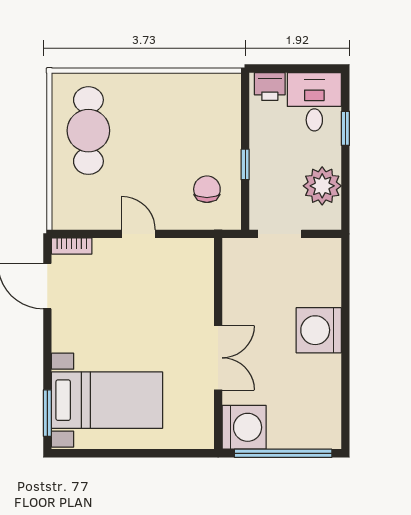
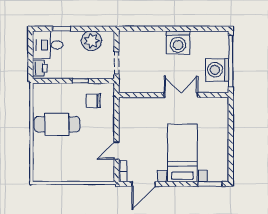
cafe table: (88, 131) -> (57, 124), moved
door: (138, 234) -> (116, 151), moved
washing machine: (319, 330) -> (178, 43), moved
bed with nightstands: (107, 400) -> (182, 153), moved
washing machine: (244, 427) -> (217, 70), moved, turned -90

